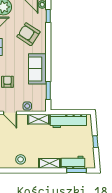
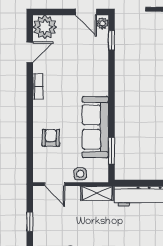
armchair: (28, 34) -> (82, 67), removed
sofa: (37, 69) -> (95, 127), width x1.36

